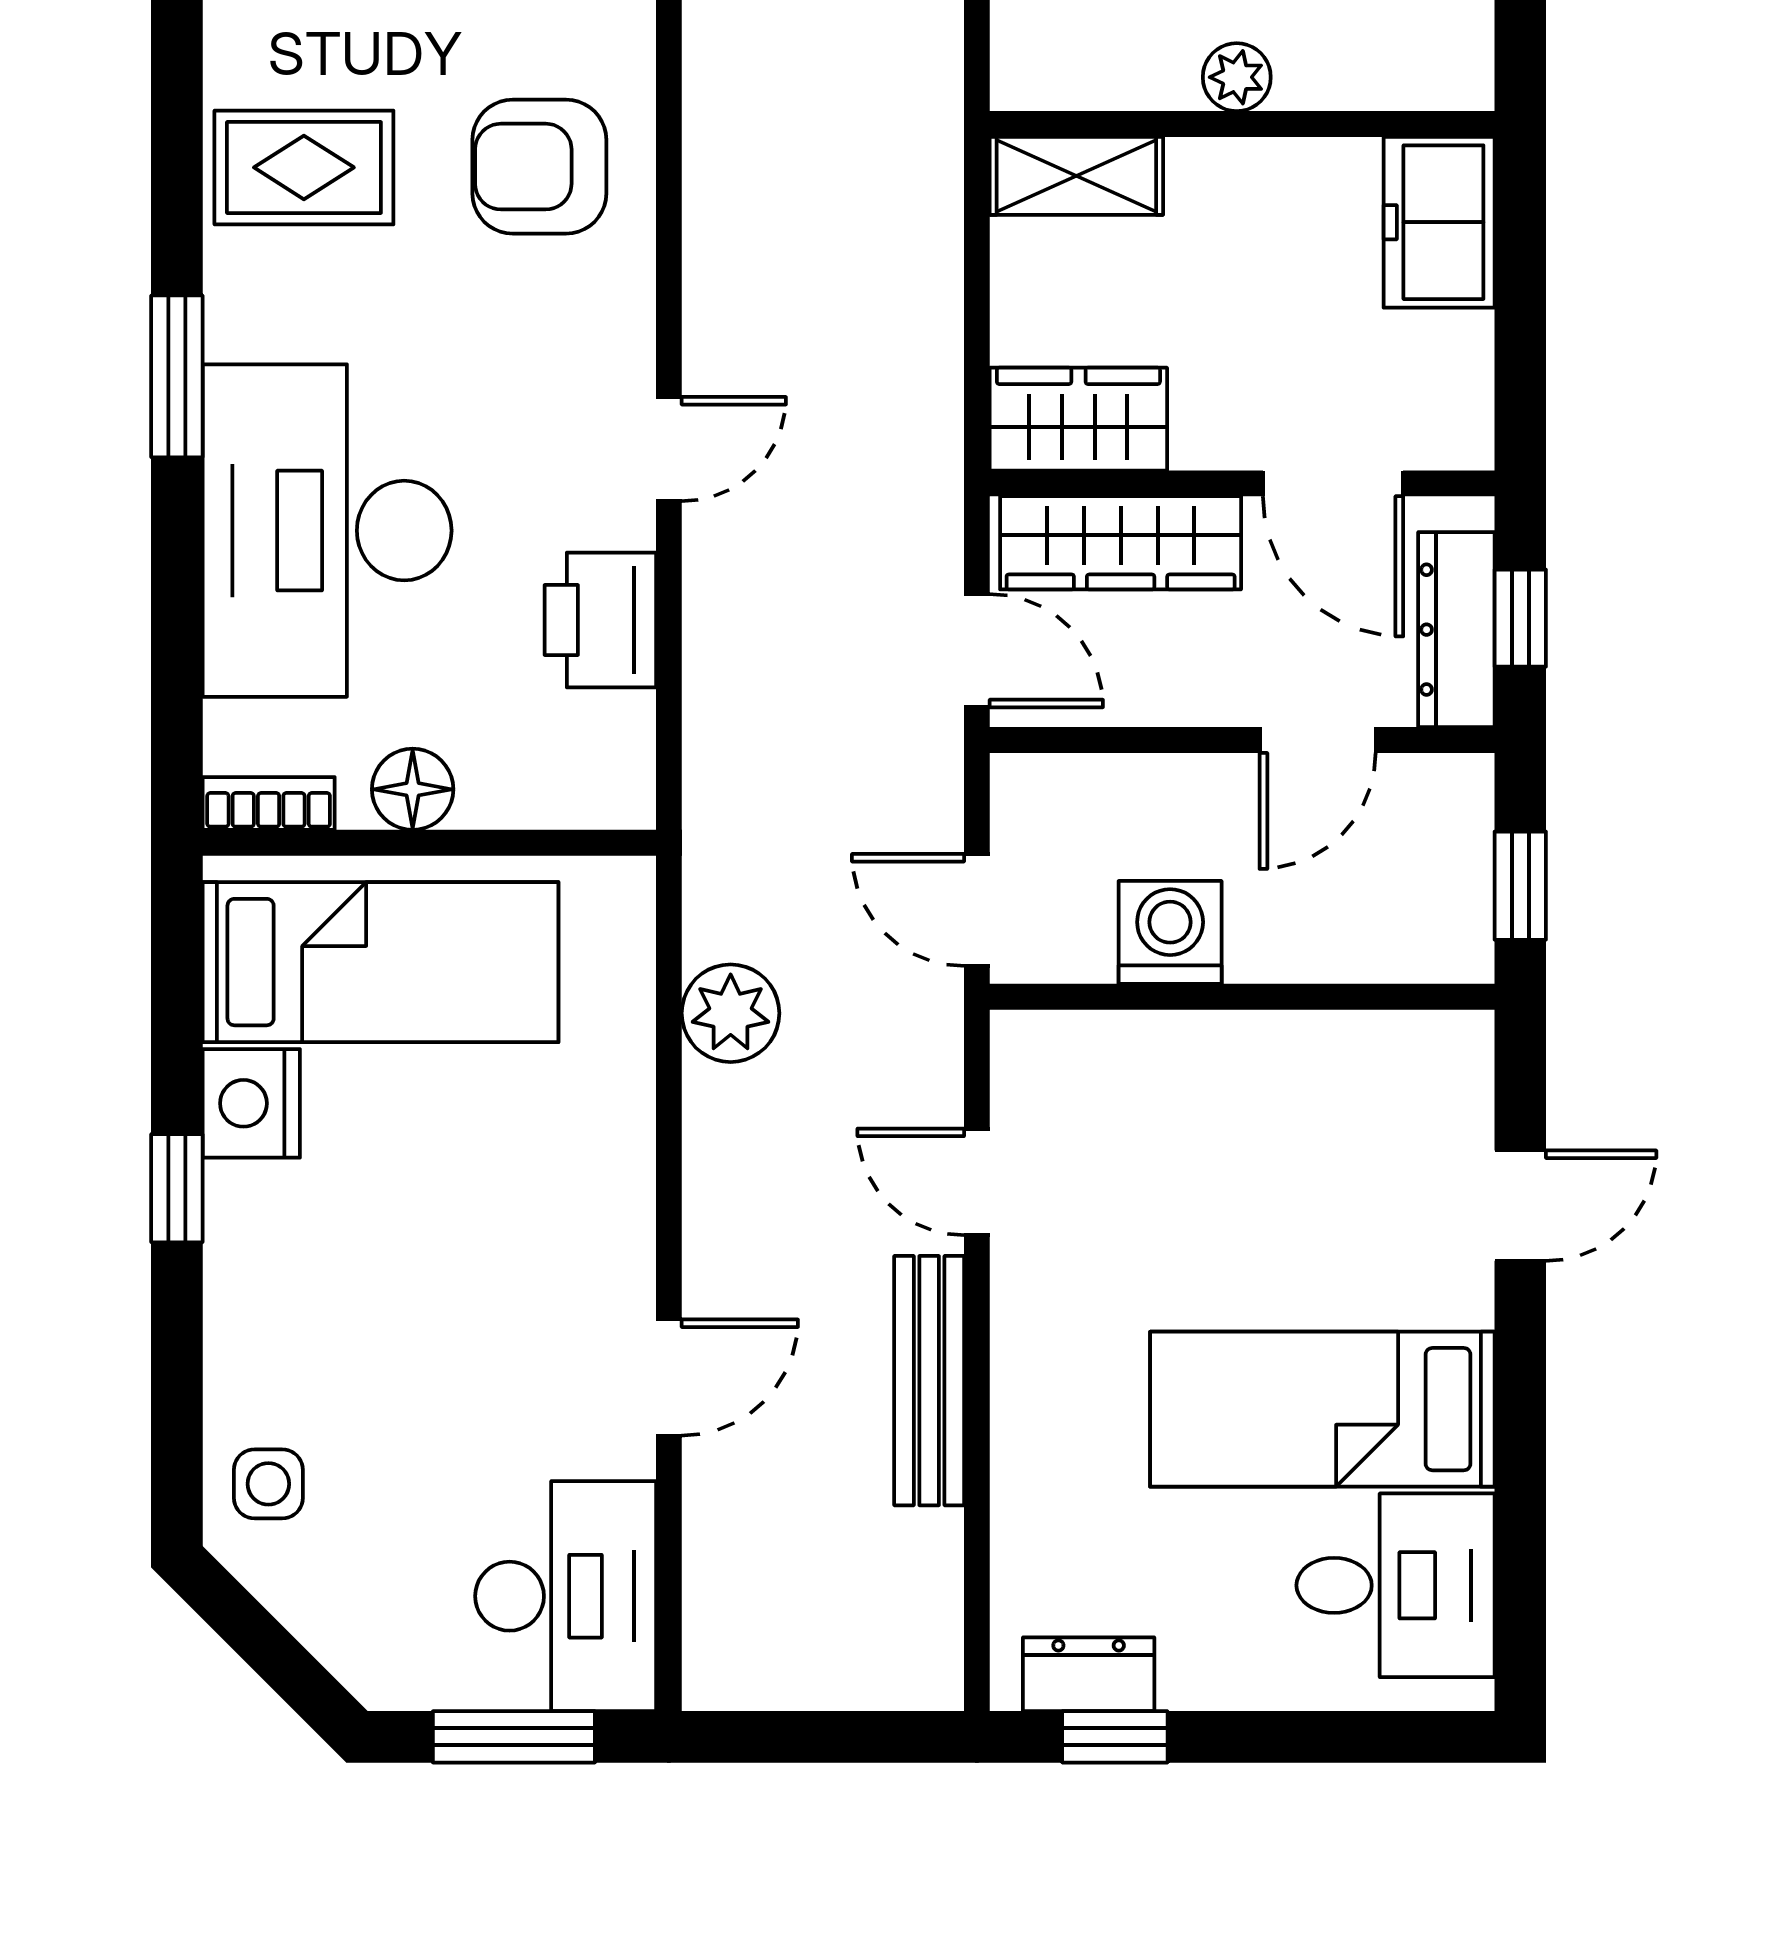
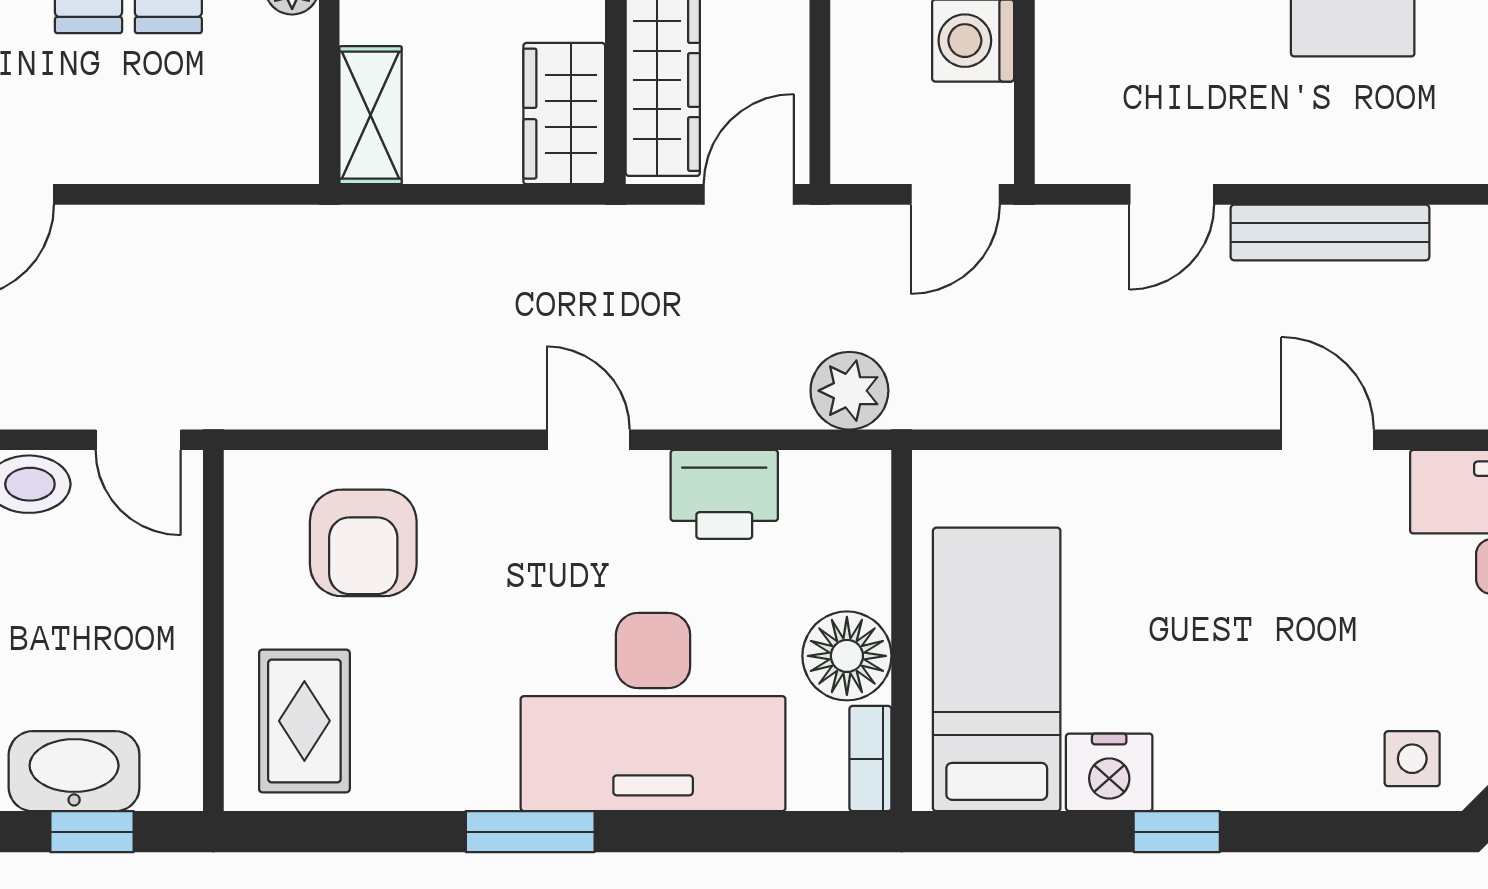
rug: (304, 167) -> (304, 721), moved
floor lamp: (413, 789) -> (847, 656), width x1.38, depth x1.38
plant: (731, 1013) -> (849, 391), moved

